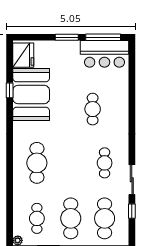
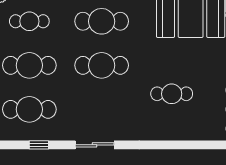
cafe table: (105, 163) -> (102, 65), moved, width x1.37, depth x1.35
sliding door: (132, 180) -> (95, 145), moved

